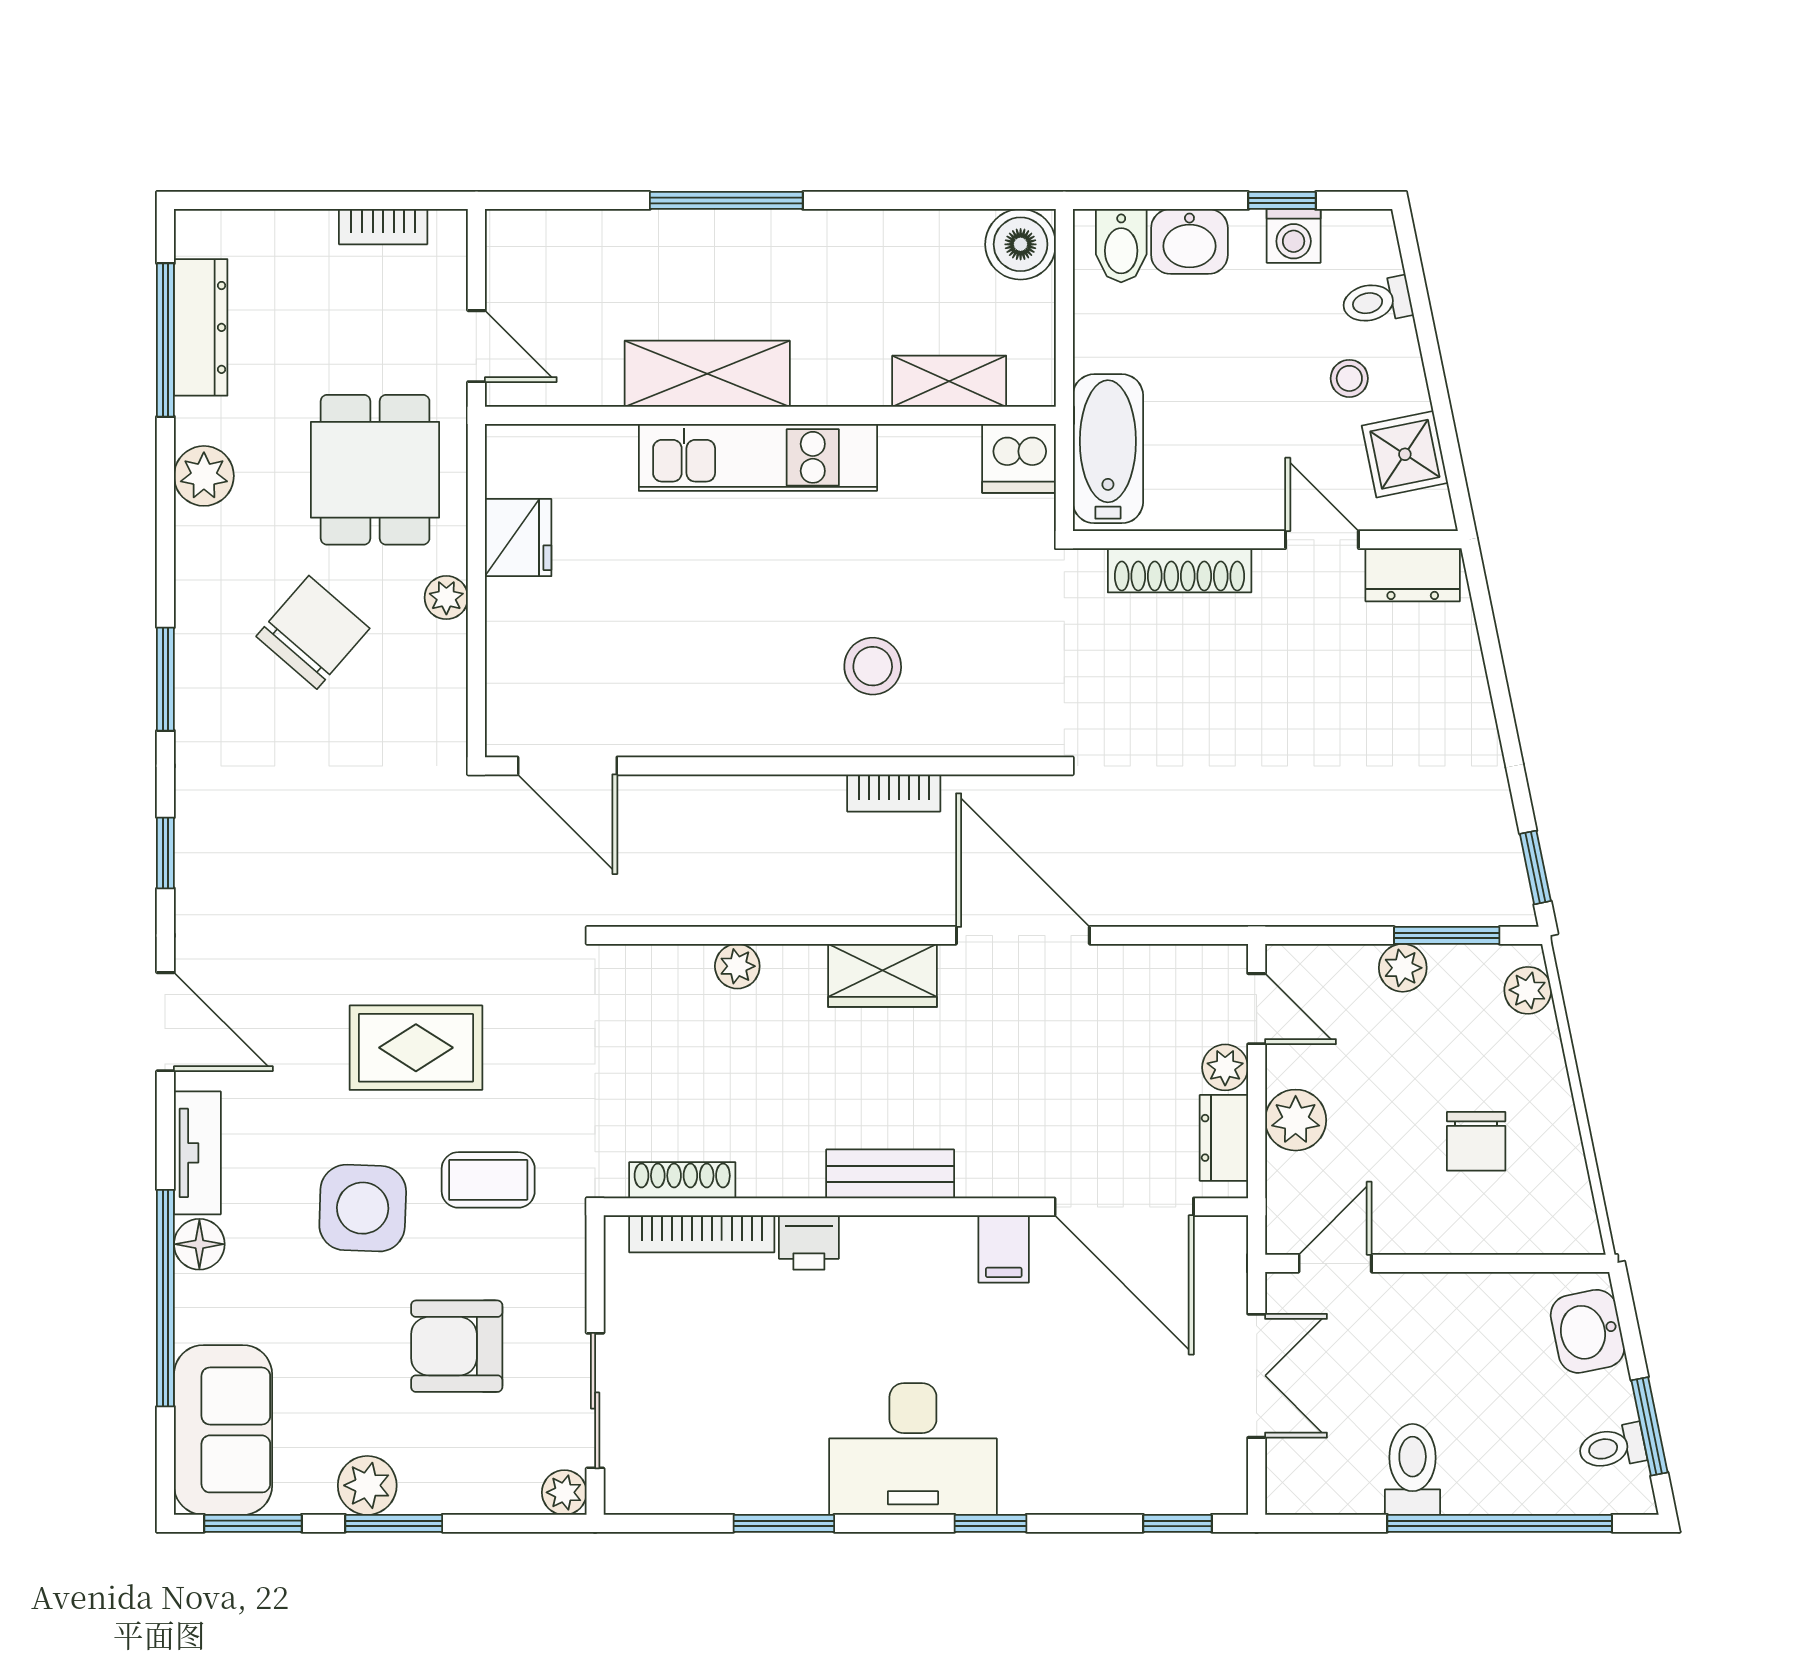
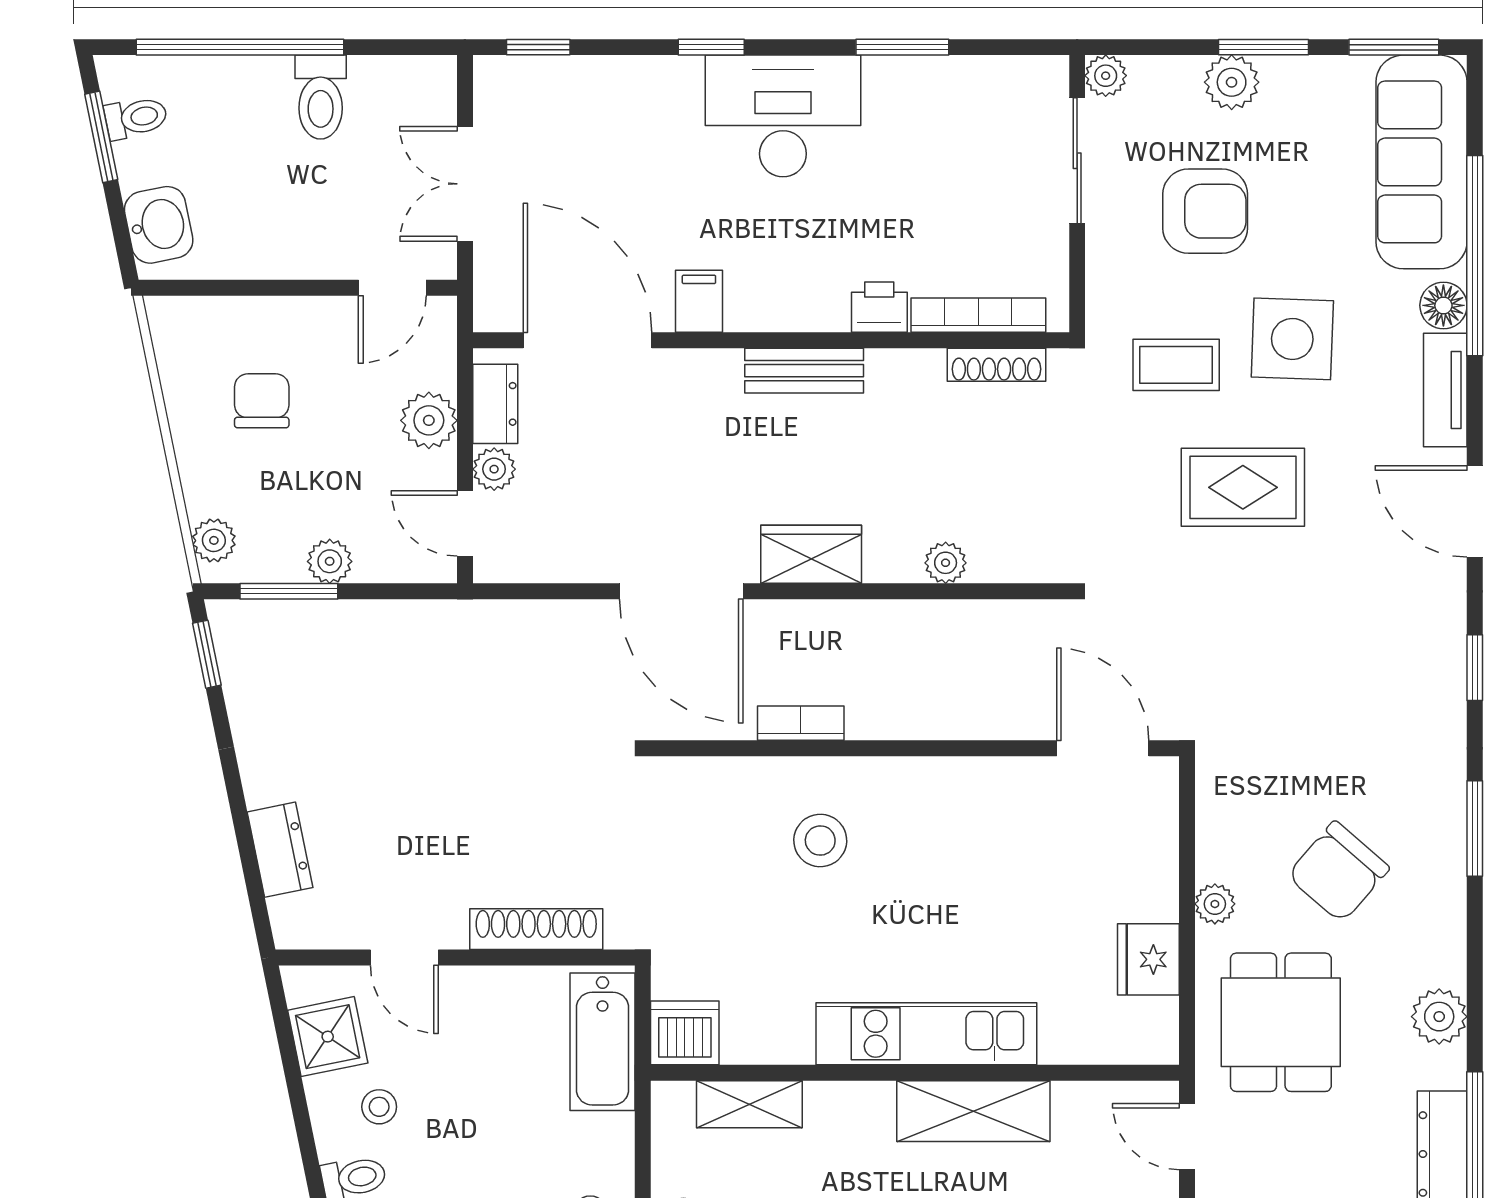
dresser: (1413, 575) -> (280, 850), moved, turned 78
sofa: (223, 1430) -> (1421, 162), width x1.36
plant: (367, 1485) -> (1232, 82), moved

